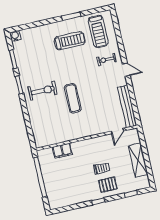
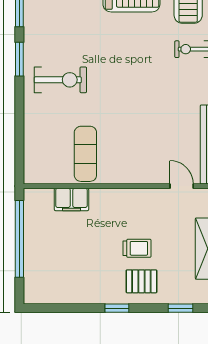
exercise mat: (73, 98) -> (85, 154), moved
door: (117, 131) -> (182, 186), swing flipped

